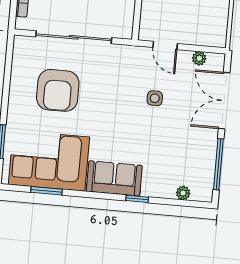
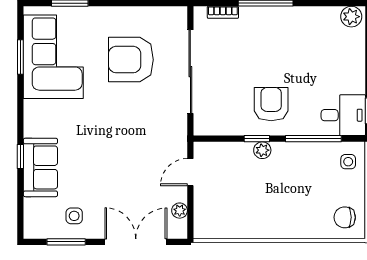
side table: (155, 98) -> (74, 216), moved
window: (218, 164) -> (66, 242), width x0.69
sofa: (114, 178) -> (40, 167), moved
plant: (183, 193) -> (31, 206), removed

